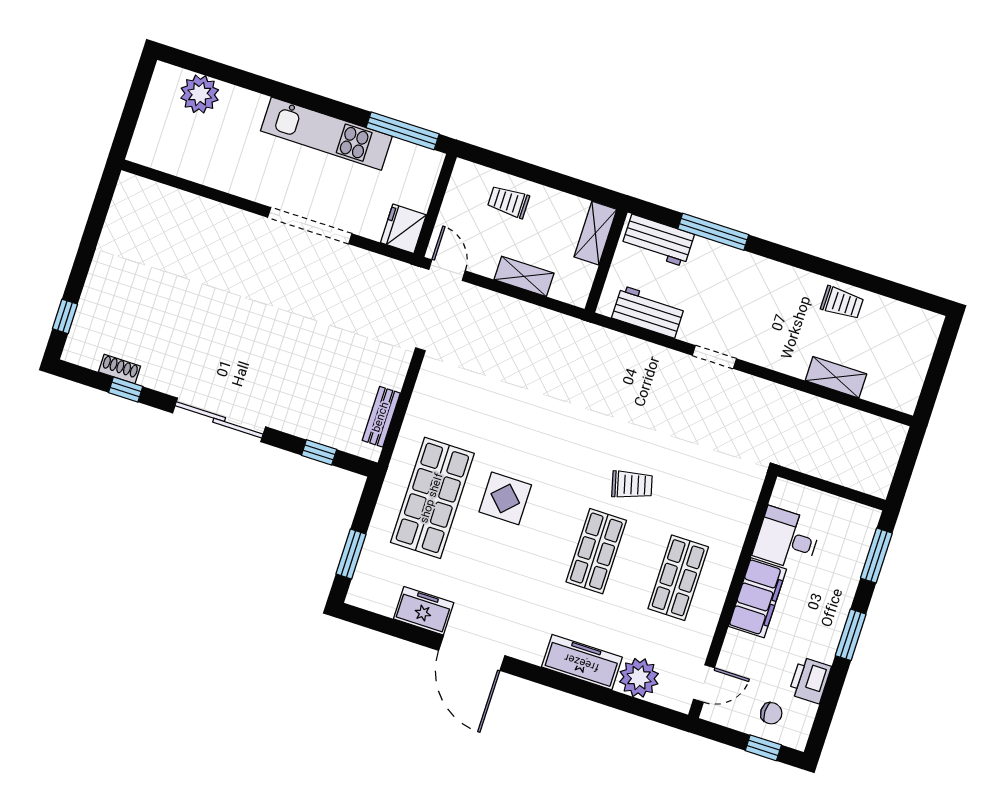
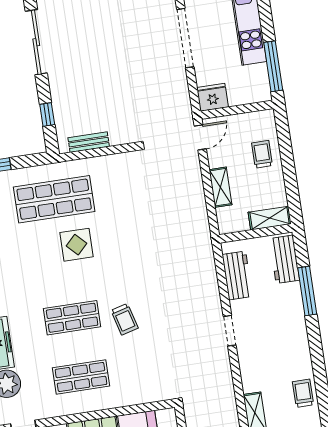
trolley: (842, 303) -> (303, 393), turned 180

